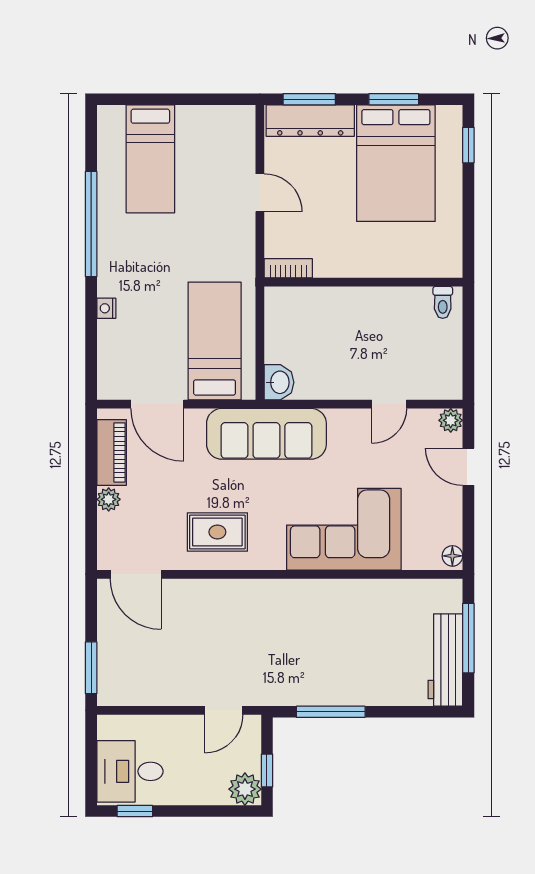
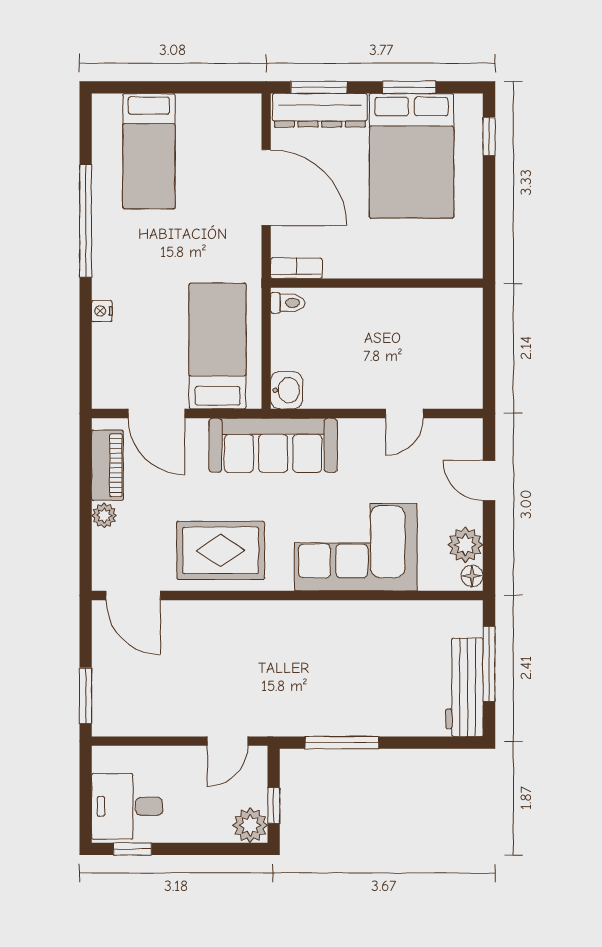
door: (260, 193) -> (266, 187), width x1.88
toilet: (443, 302) -> (288, 303), moved, turned -90
plant: (451, 420) -> (465, 545), moved, width x1.38, depth x1.38
rug: (217, 532) -> (221, 550), width x1.36, depth x1.43

